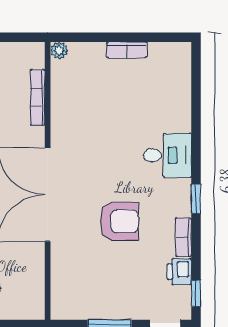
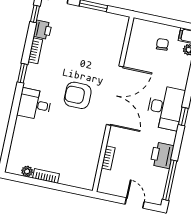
plant: (59, 51) -> (27, 171), moved
bookcase: (38, 98) -> (108, 158), width x0.64
armchair: (119, 221) -> (78, 95), moved

